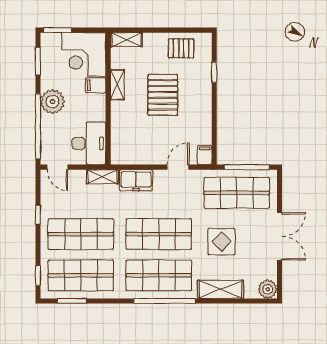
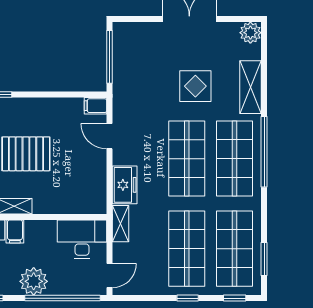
shop shelf: (237, 193) -> (139, 68), removed
window: (38, 215) -> (188, 298), moved

